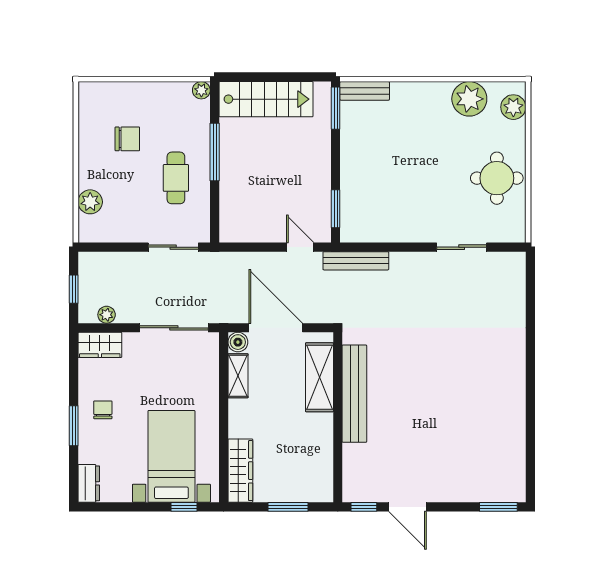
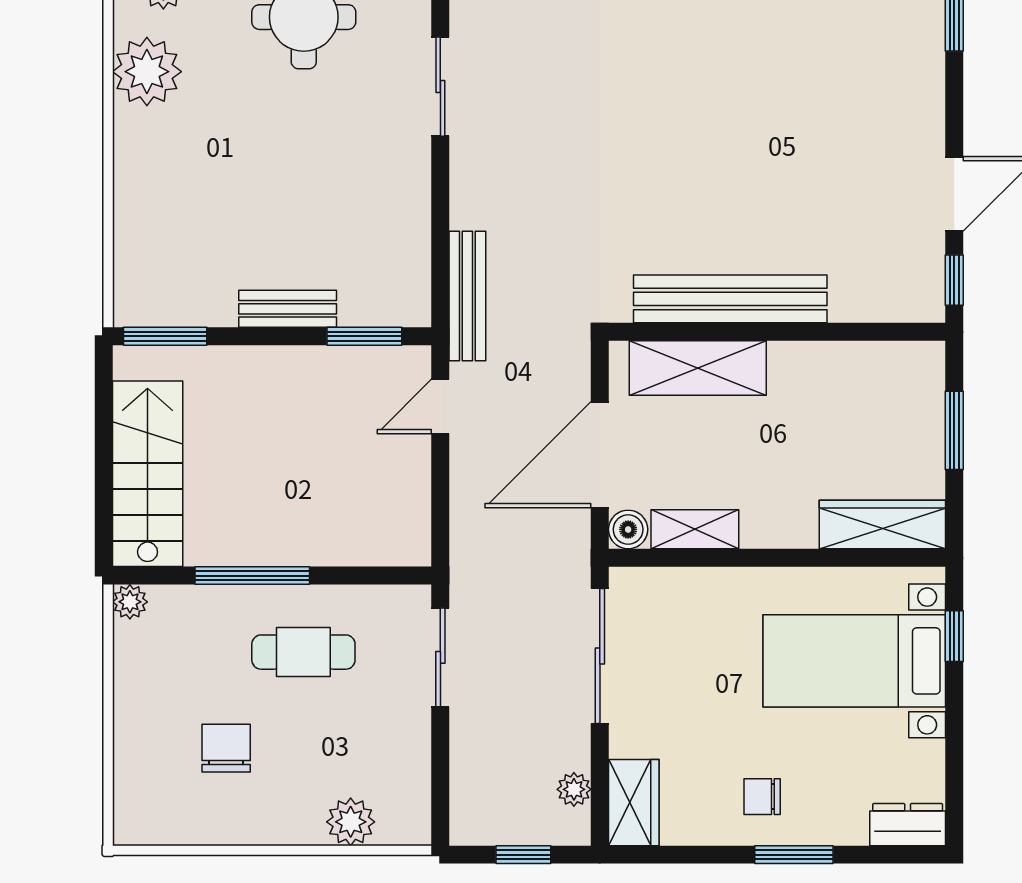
bench: (365, 91) -> (288, 309), moved, turned 90

